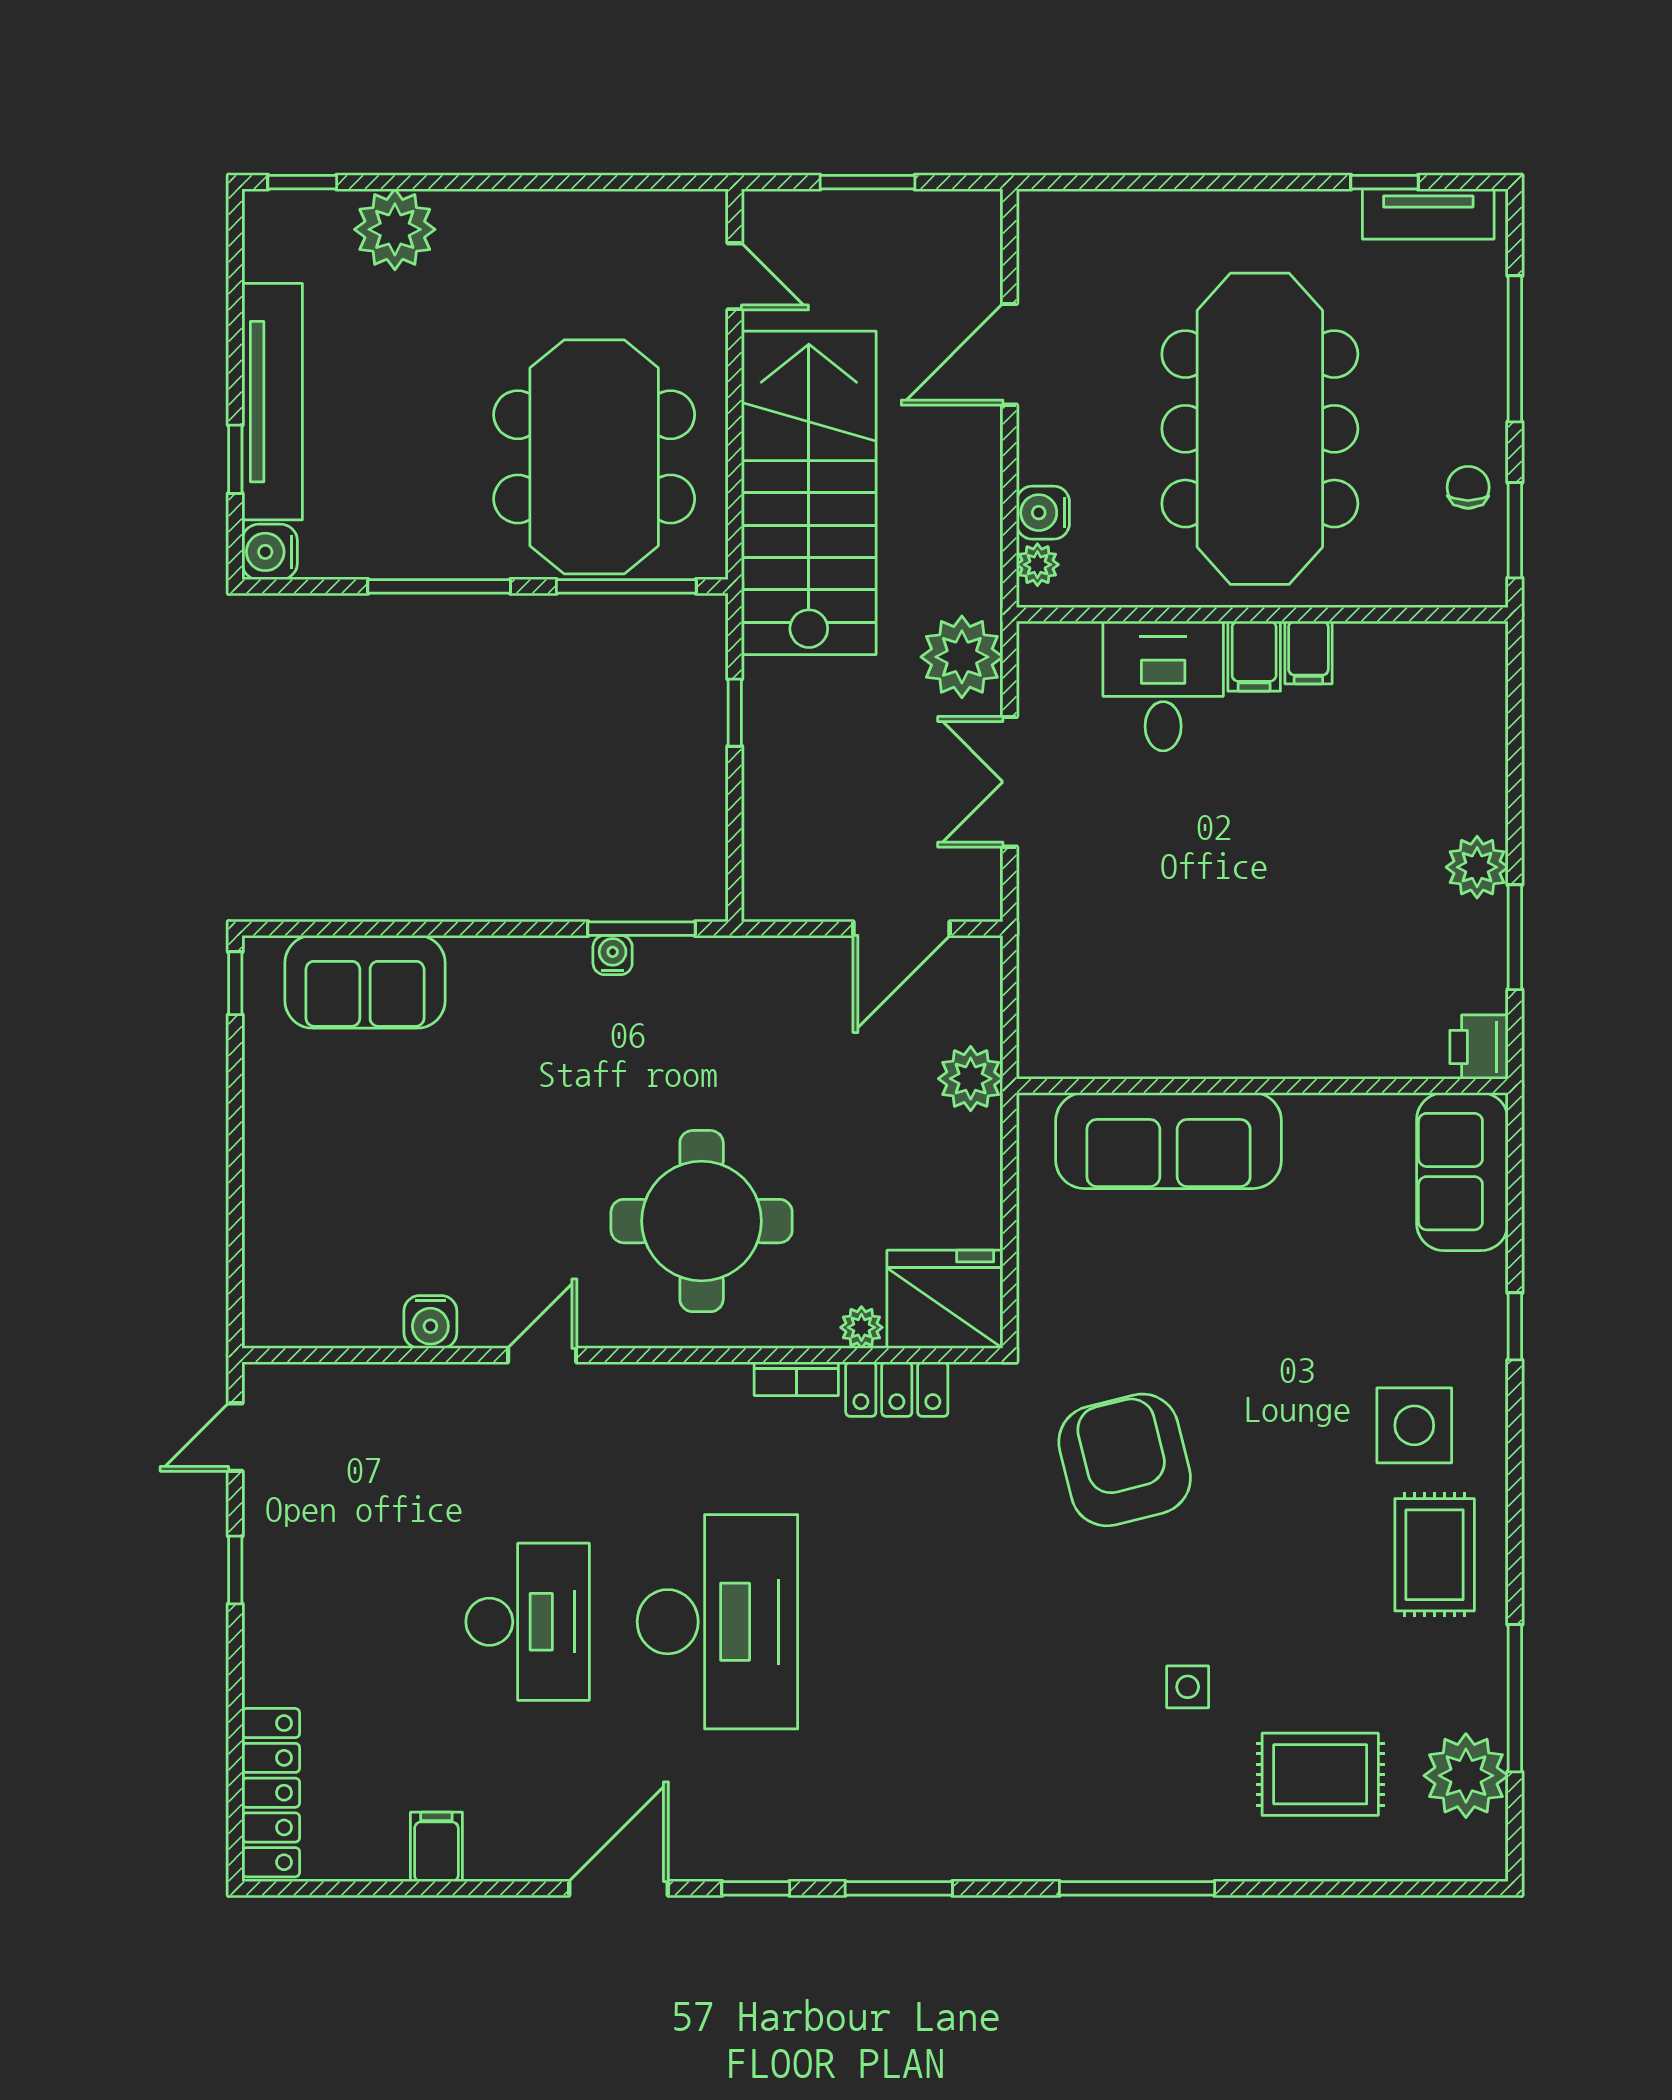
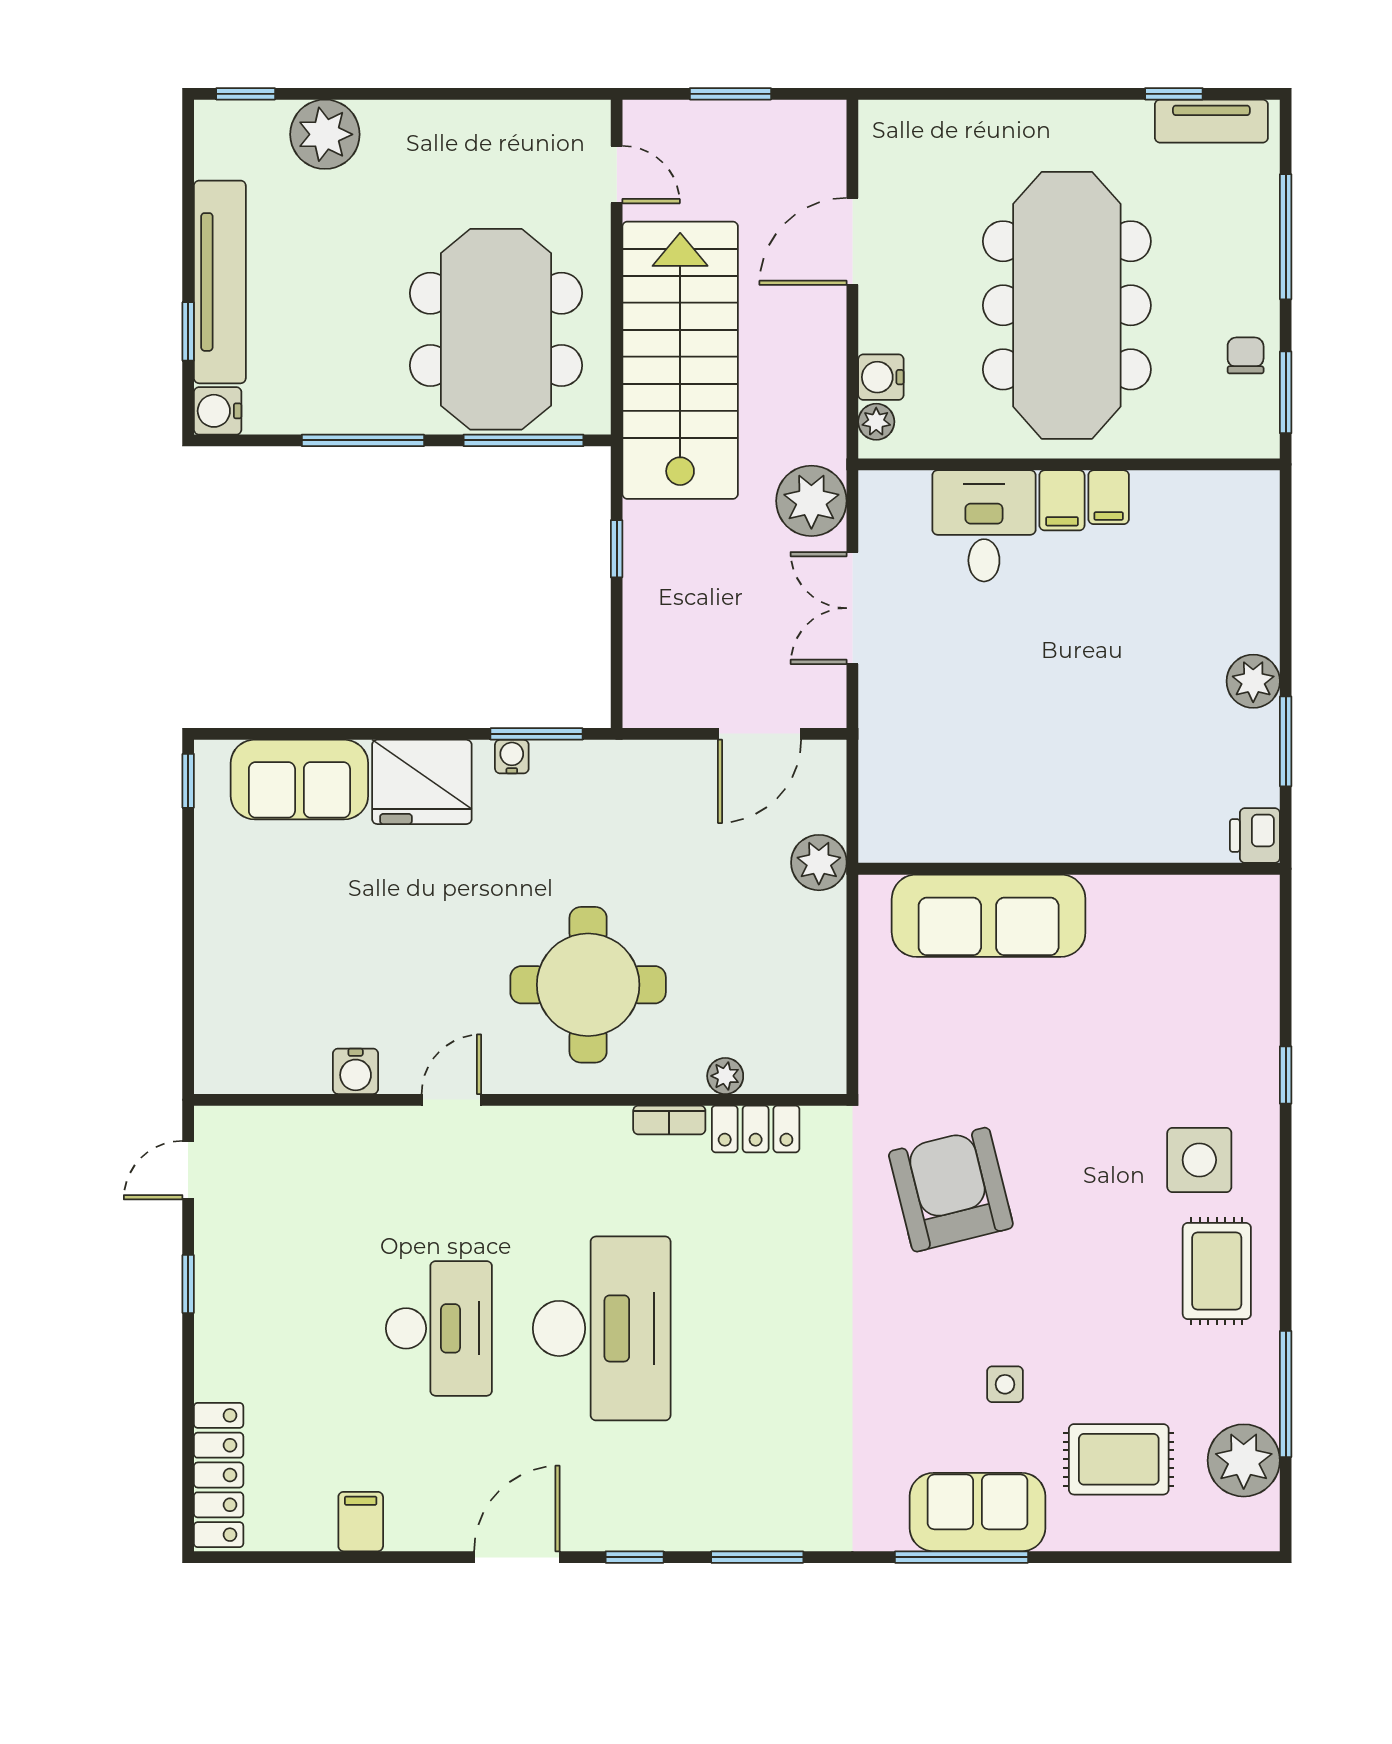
sofa: (1462, 1172) -> (977, 1512), moved, turned 90
fridge: (945, 1299) -> (422, 782), moved, turned 180

